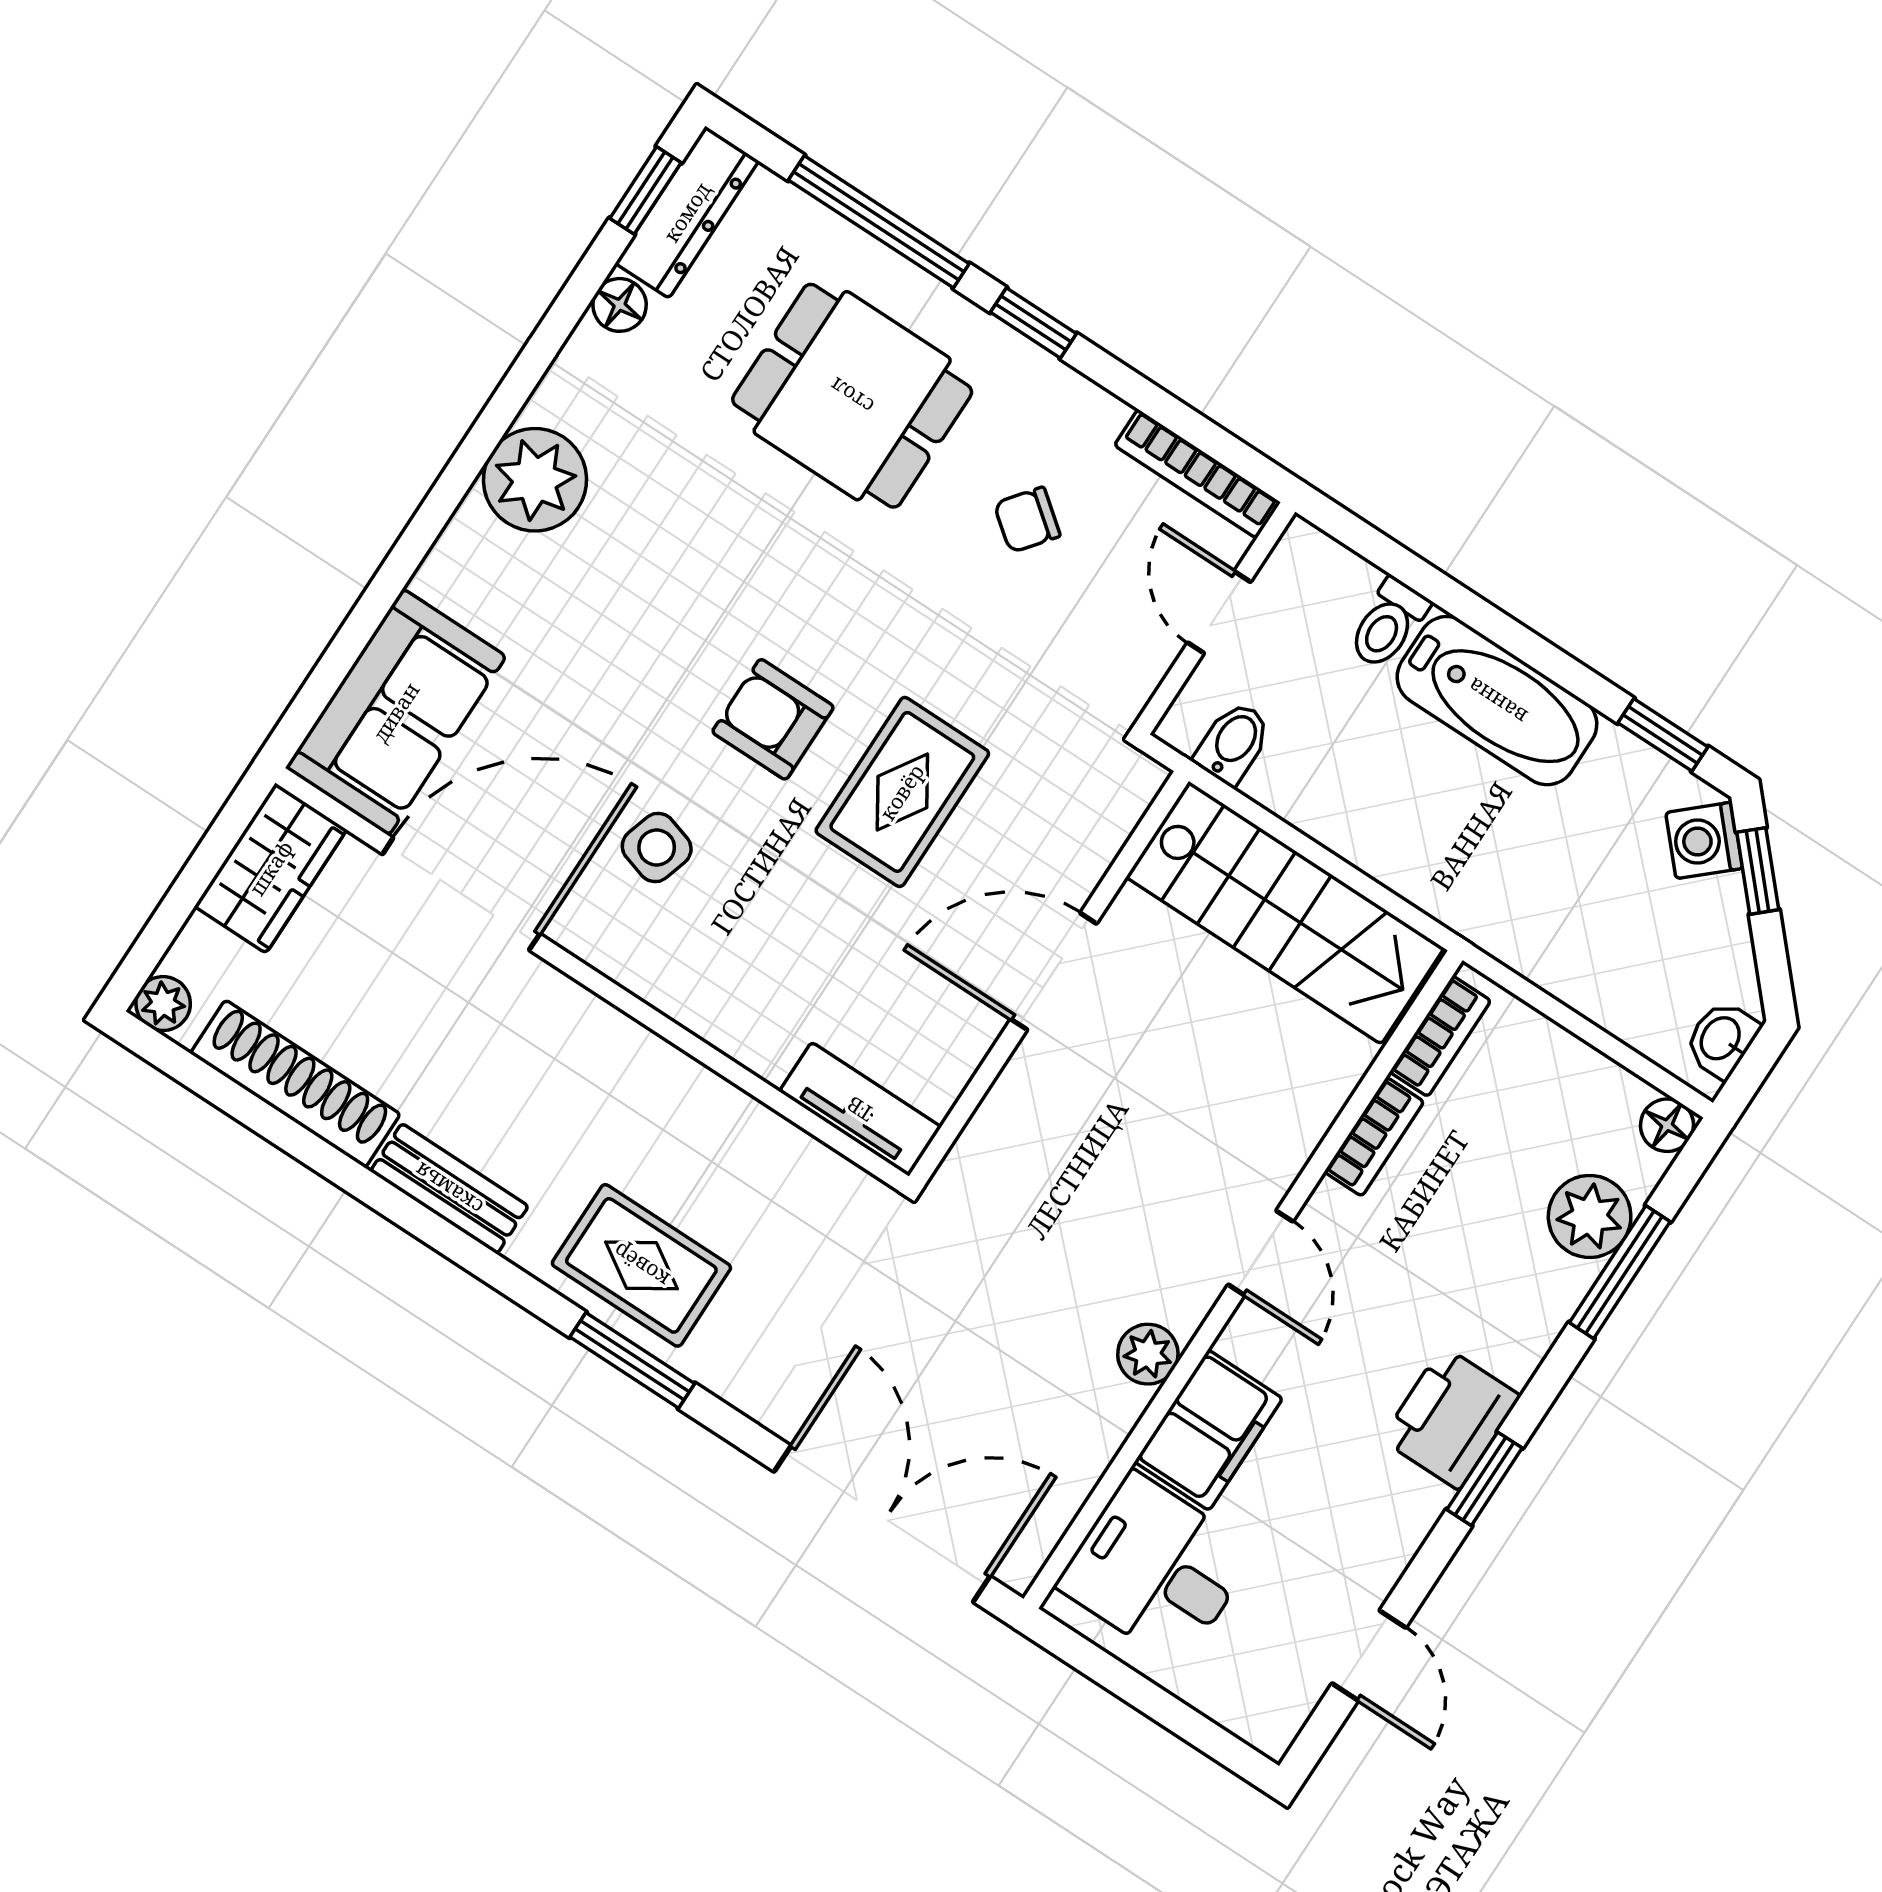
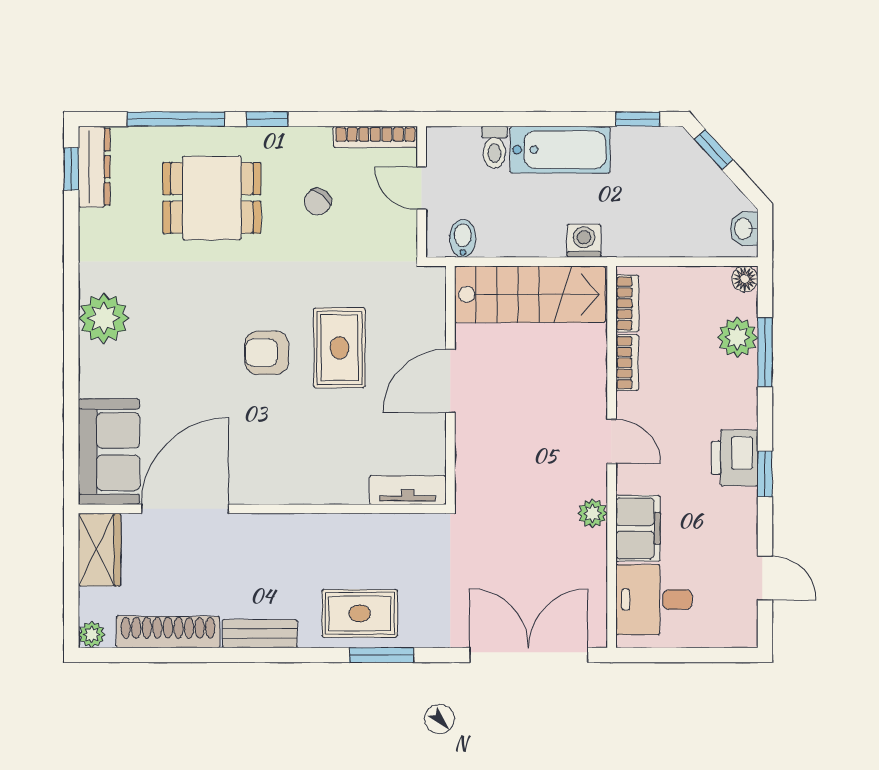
floor lamp: (620, 305) -> (91, 223), removed
washing machine: (1704, 840) -> (584, 241), moved, turned 132
side table: (657, 847) -> (253, 437), removed

